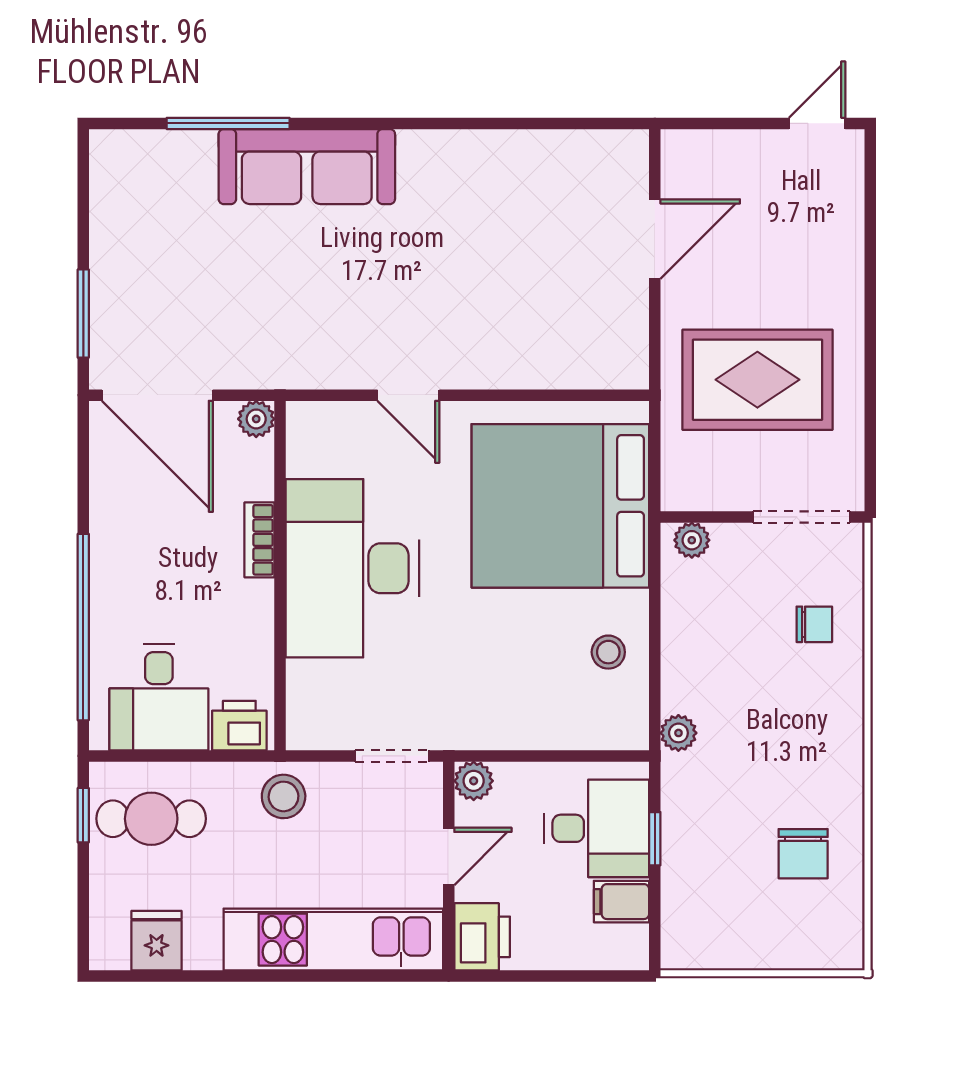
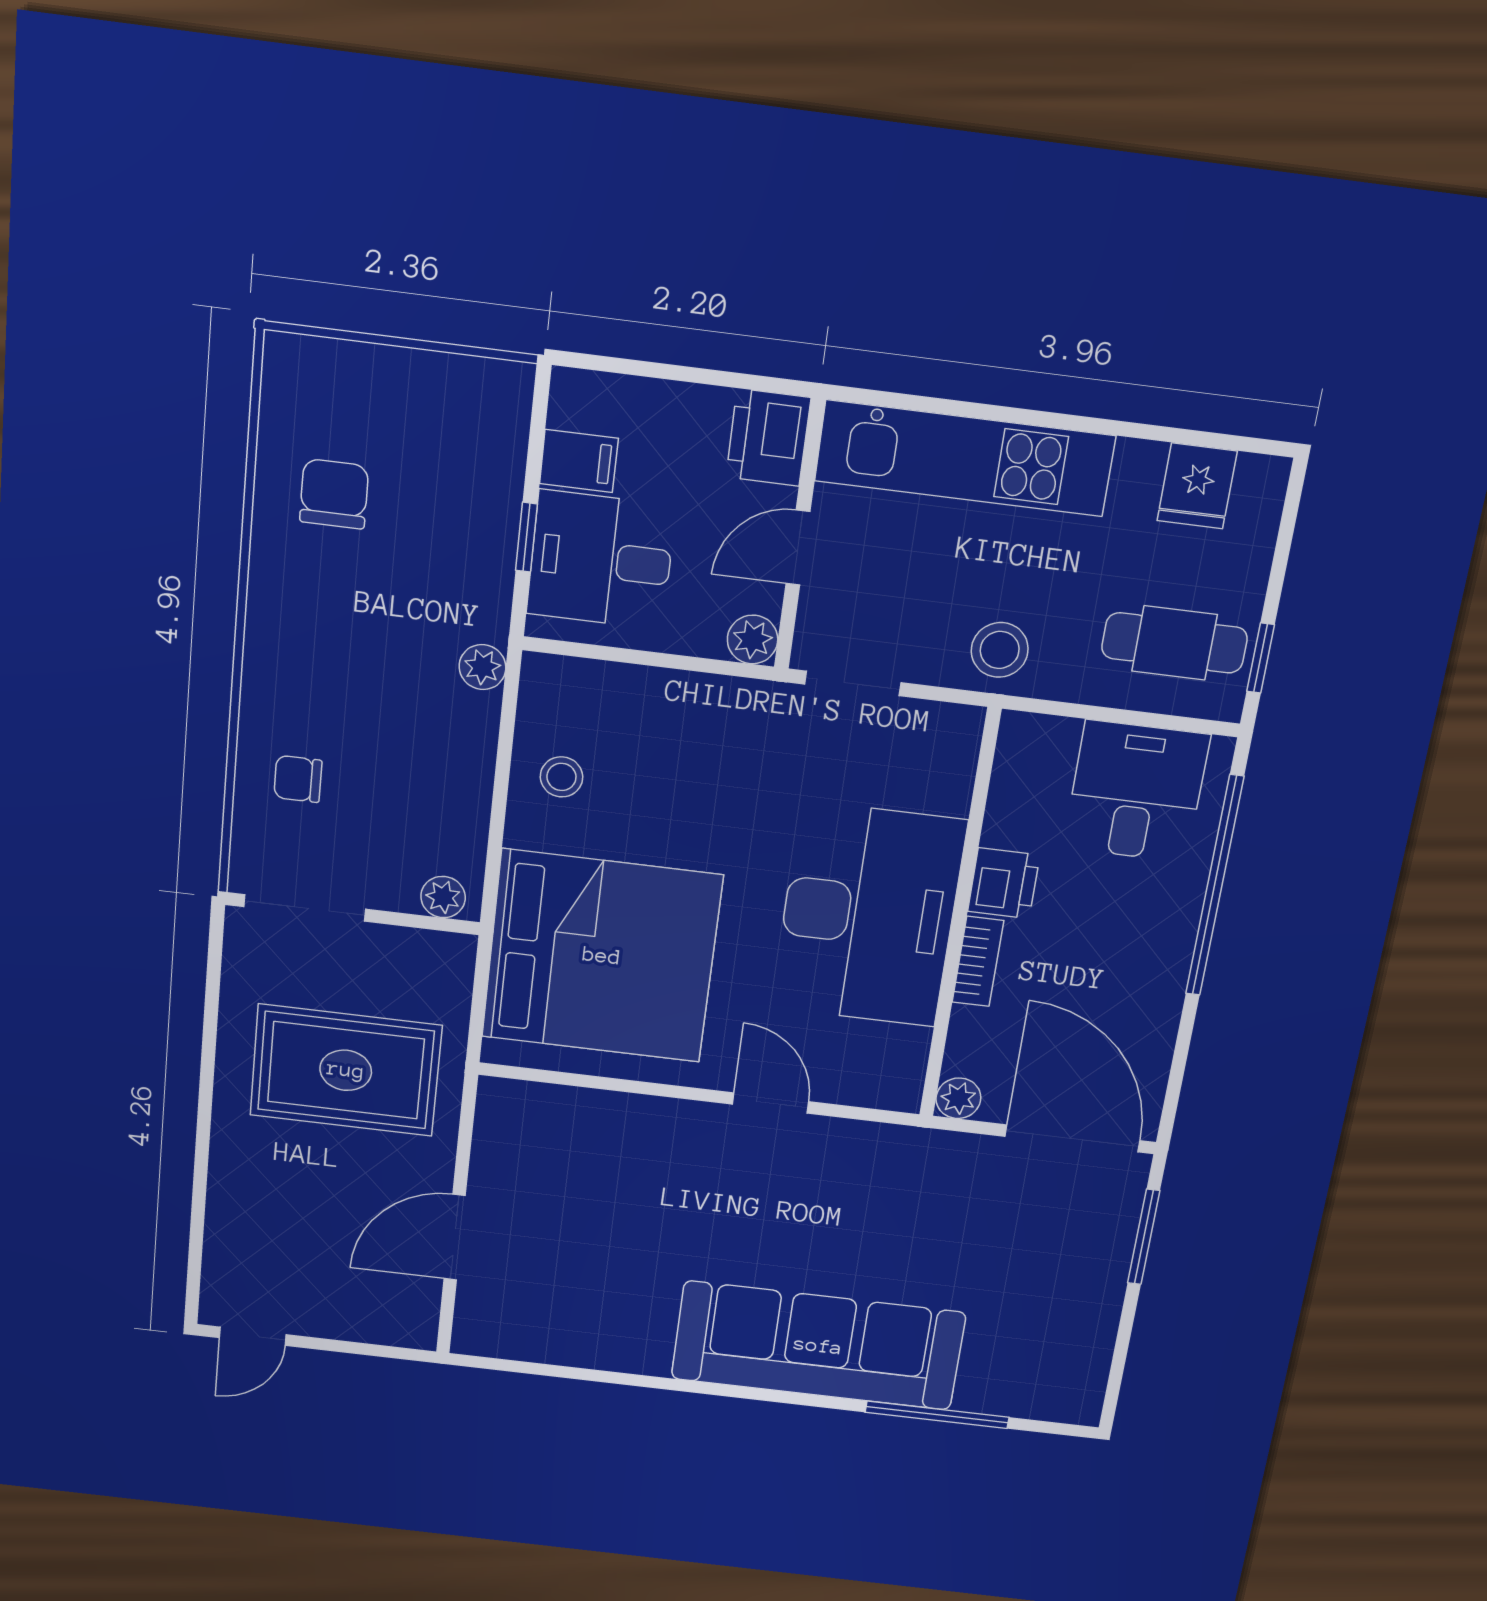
sofa: (307, 167) -> (818, 1346), width x1.36, depth x1.27
printer: (239, 726) -> (1004, 883), moved, turned -90

